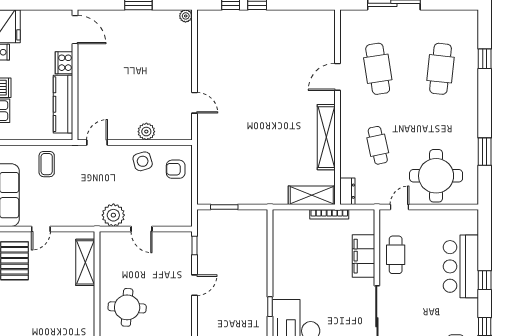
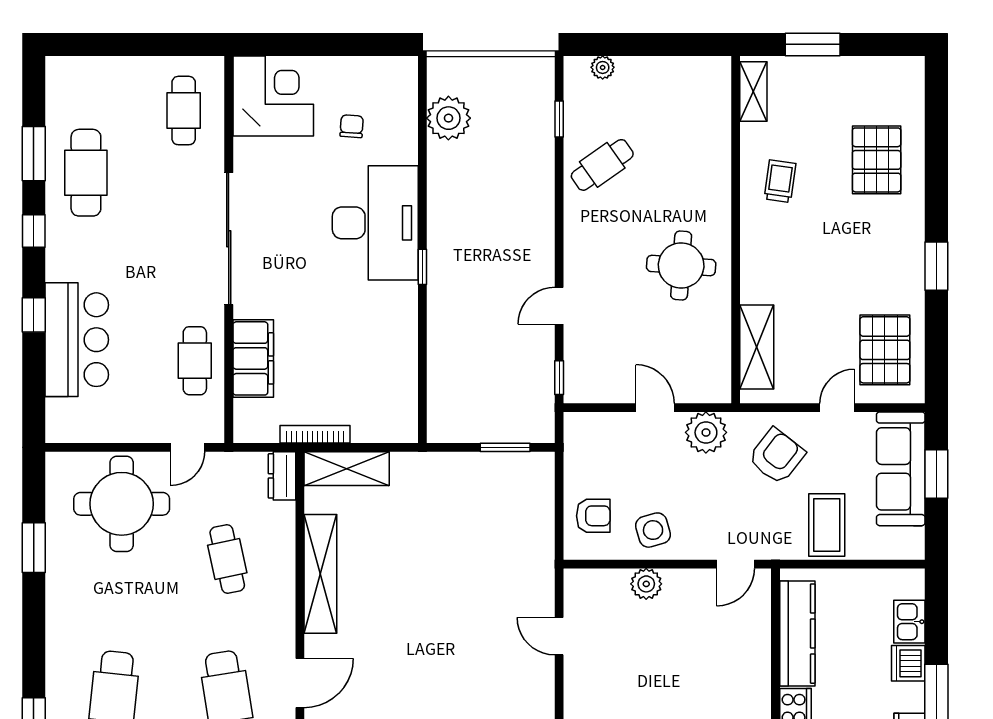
coffee table: (47, 164) -> (827, 525), width x1.36, depth x1.30
armchair: (74, 202) -> (777, 456), added

